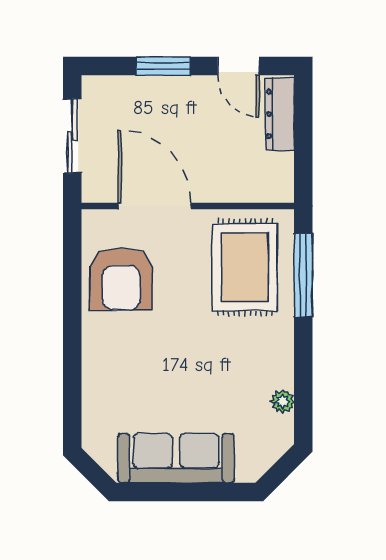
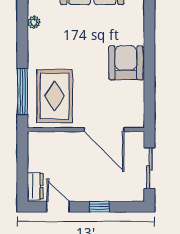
window: (163, 66) -> (99, 207), width x0.67
dresser: (280, 114) -> (35, 186), width x0.70
armchair: (121, 279) -> (126, 63), moved

